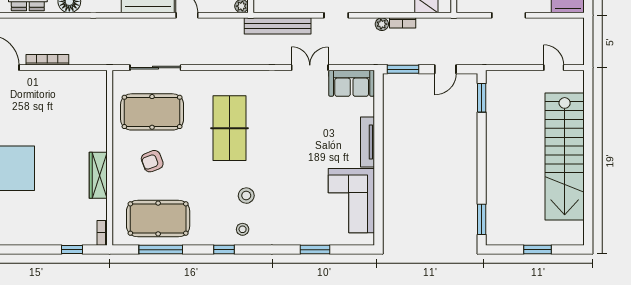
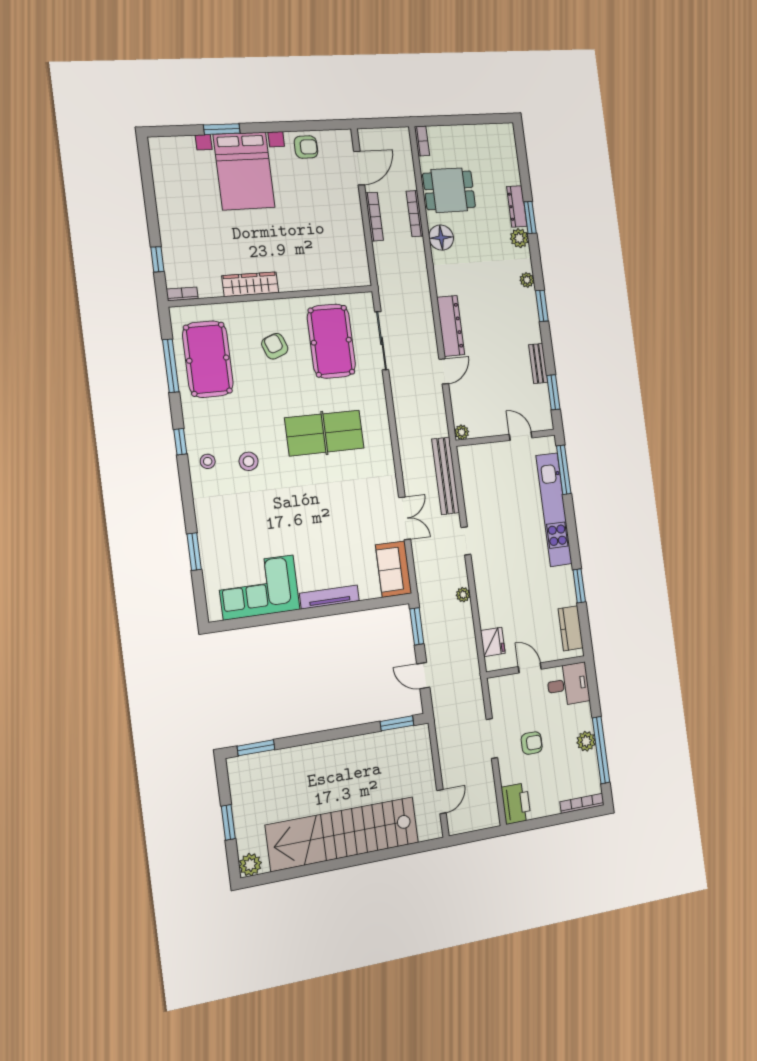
bookcase: (403, 23) -> (415, 214), moved, width x1.56
plant: (575, 236) -> (250, 865), added

